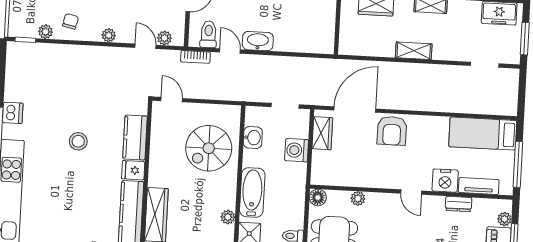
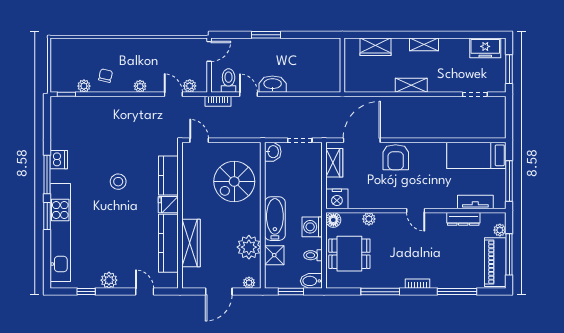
washbasin: (253, 138) -> (273, 152), moved
washing machine: (297, 150) -> (312, 227), moved
nightstand: (445, 181) -> (337, 199), moved
dresser: (459, 204) -> (463, 219), width x1.44
plant: (228, 217) -> (249, 247), width x1.87, depth x1.87

